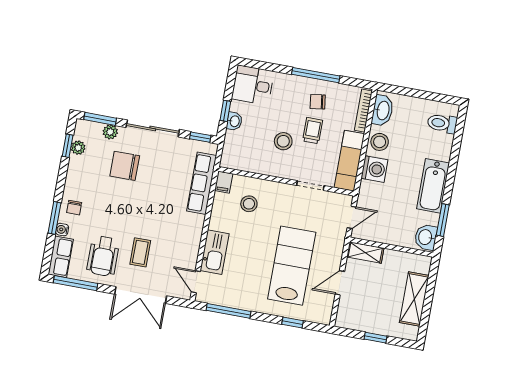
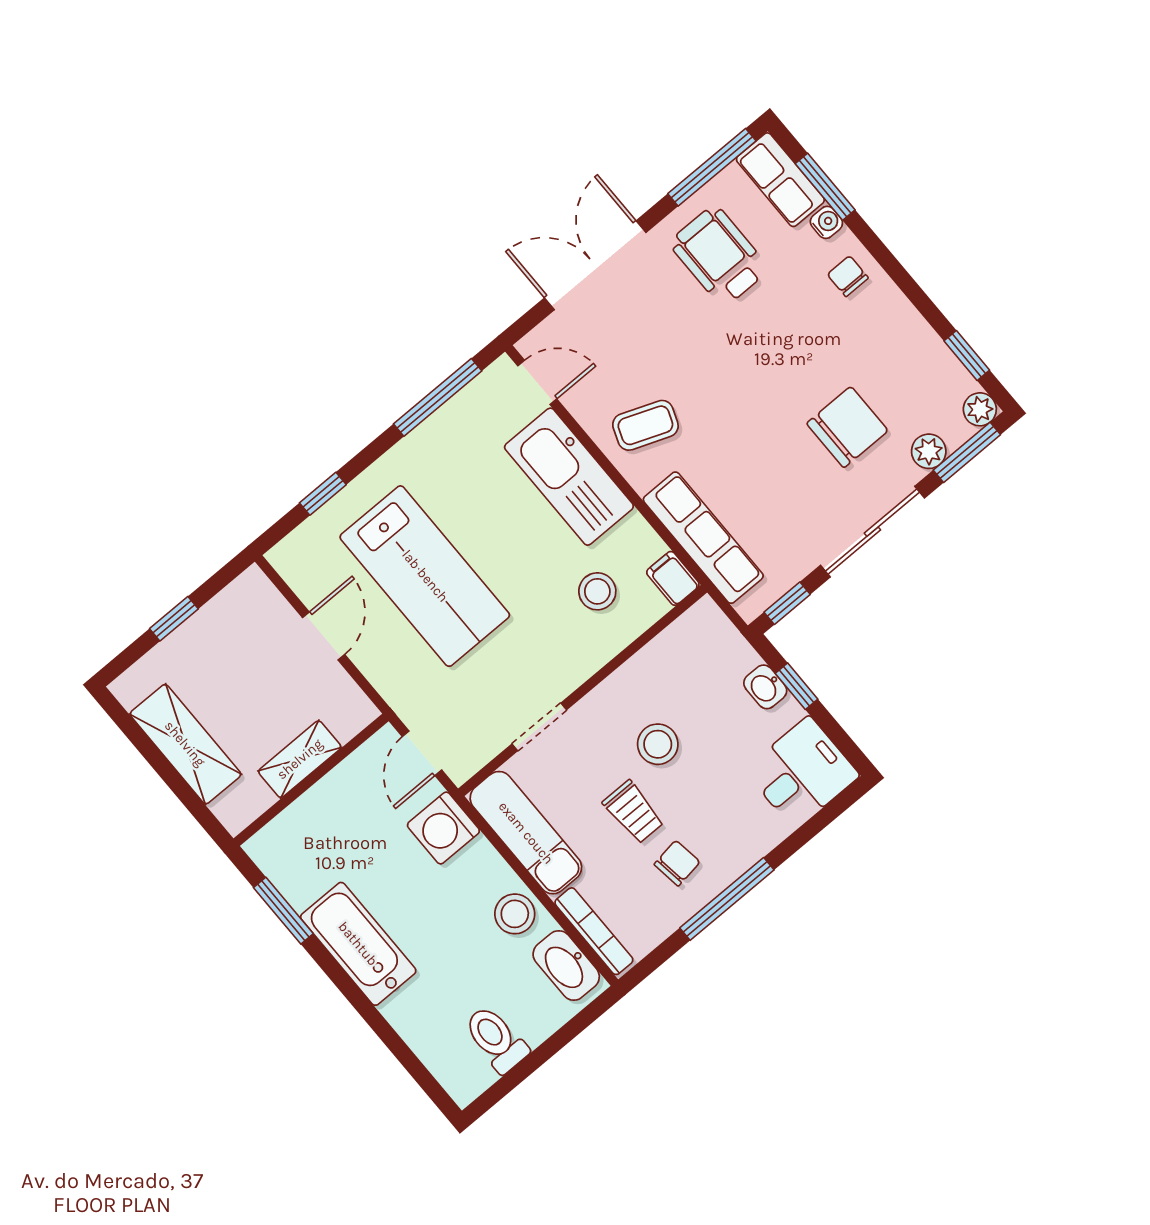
toilet: (442, 123) -> (496, 1039), moved, turned -90
plant: (78, 148) -> (980, 409), moved
washing machine: (374, 169) -> (443, 828), moved
window: (55, 218) -> (825, 187), moved
washbasin: (426, 237) -> (278, 855), removed
coffee table: (140, 252) -> (645, 425), moved, turned -69
kitchen sink: (215, 252) -> (569, 477), width x1.36, depth x1.24
shelving: (365, 253) -> (300, 759), moved

